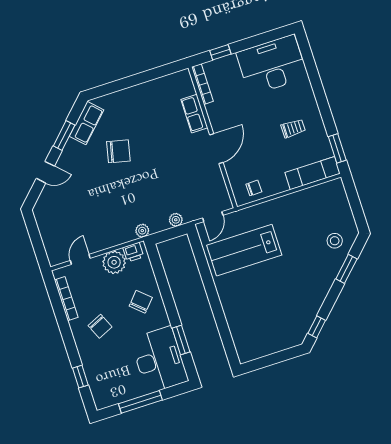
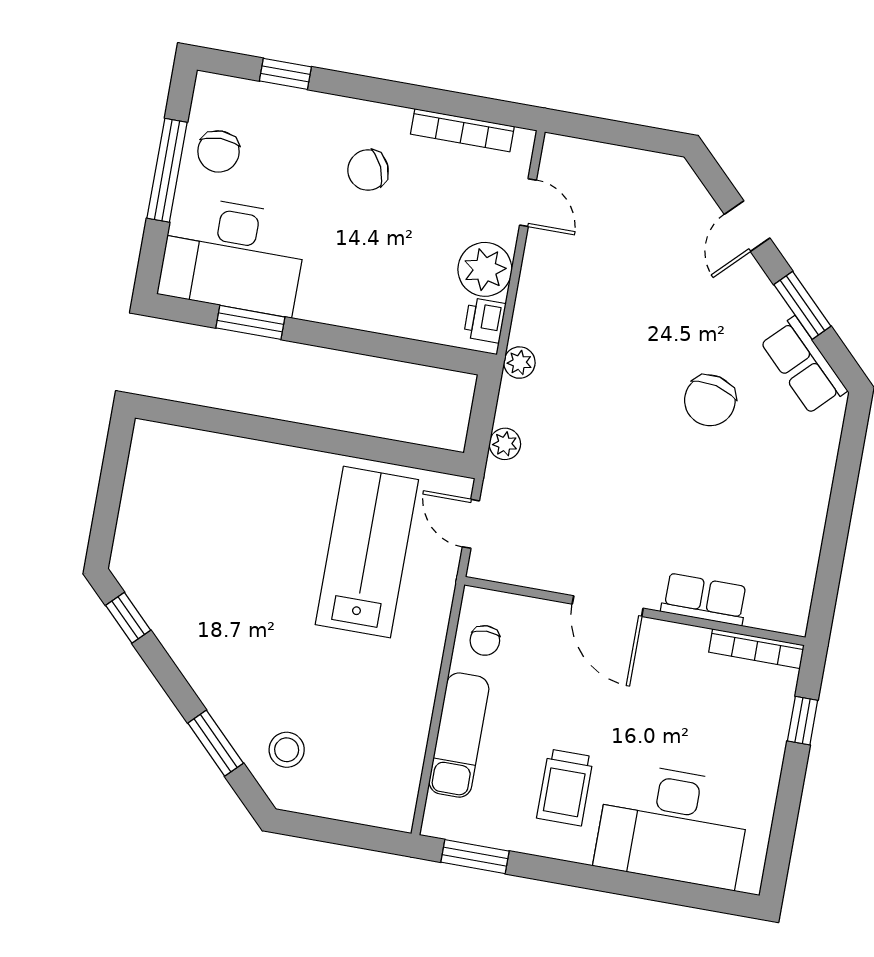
desk: (272, 65) -> (673, 825), moved, turned 90
trolley: (293, 128) -> (565, 787), width x1.36, depth x1.39
exam couch: (313, 173) -> (459, 735), moved
chair: (141, 302) -> (218, 151), moved, turned 48

